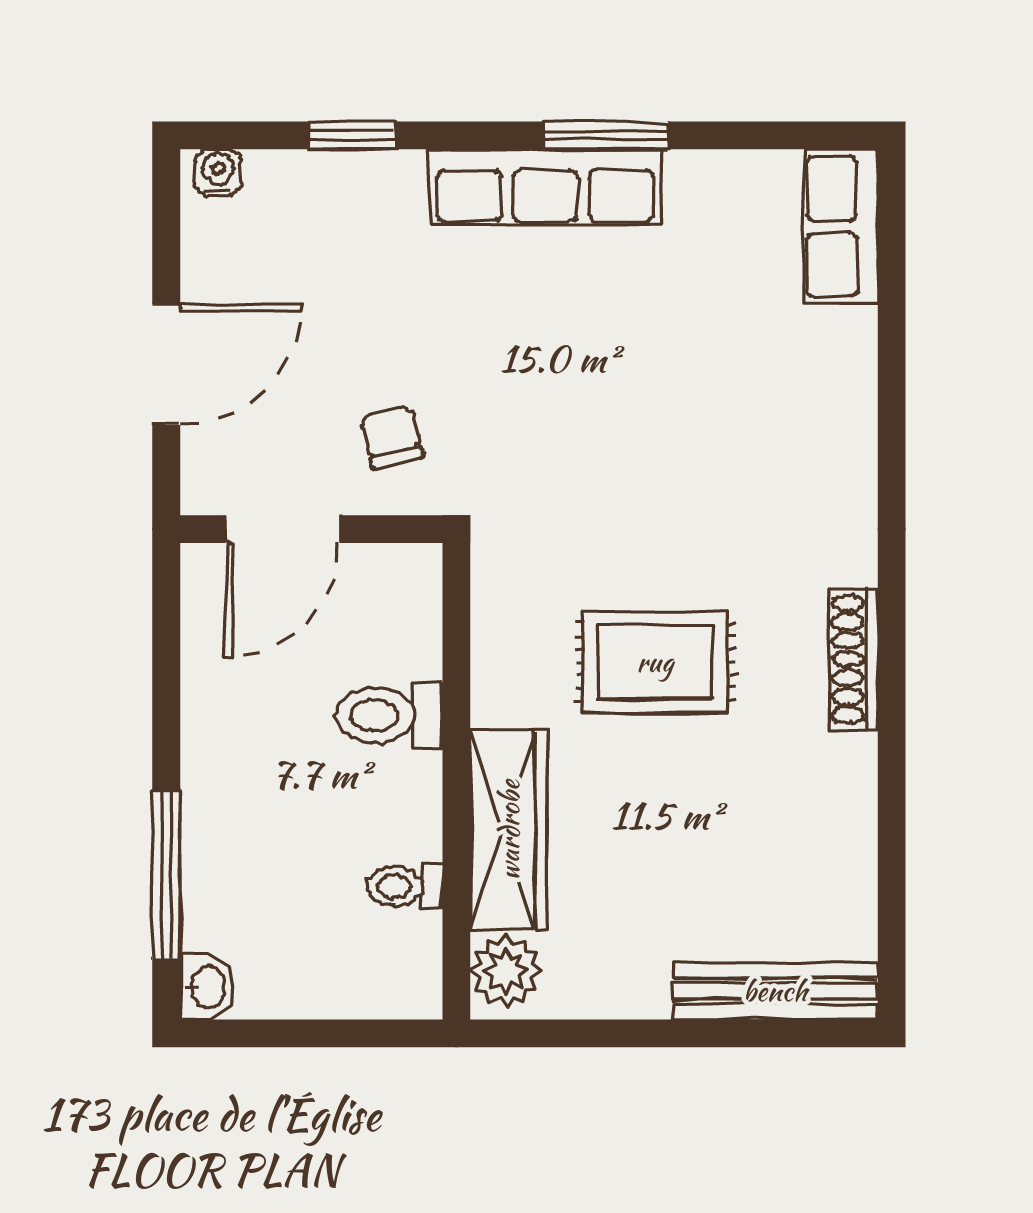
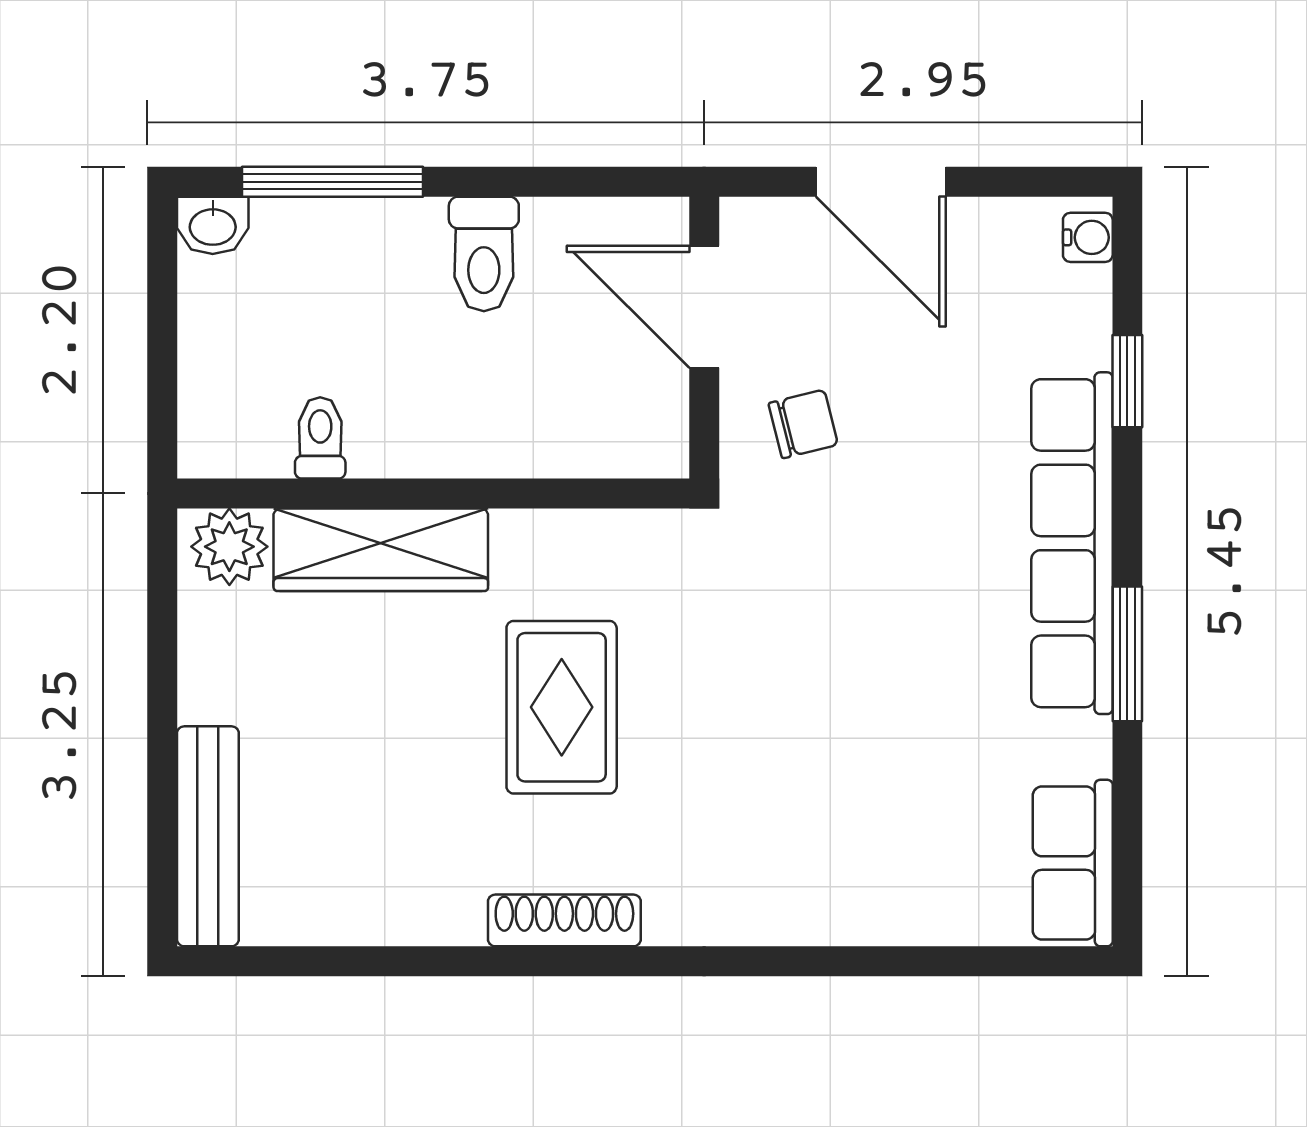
row of seats: (545, 187) -> (1072, 543), width x1.36
row of seats: (841, 227) -> (1073, 863), moved, turned -90
toilet: (389, 715) -> (484, 254), moved, turned 180

